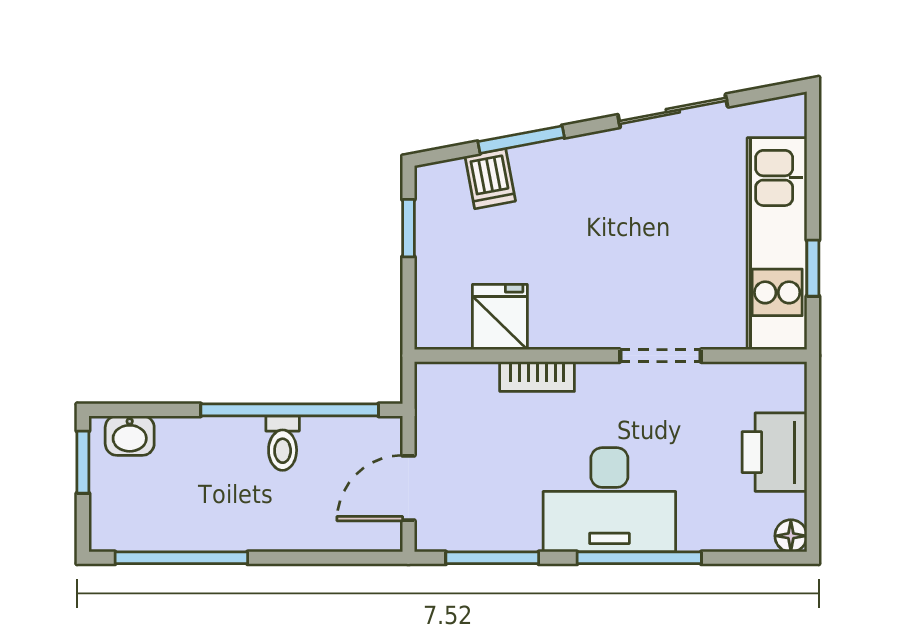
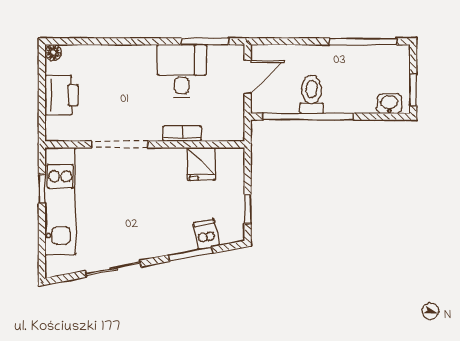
doorway: (660, 356) -> (119, 144), width x1.38
toilet: (283, 443) -> (312, 94), width x1.37, depth x1.39
desk: (609, 500) -> (182, 71), moved, width x0.73
window: (639, 558) -> (130, 41), removed

